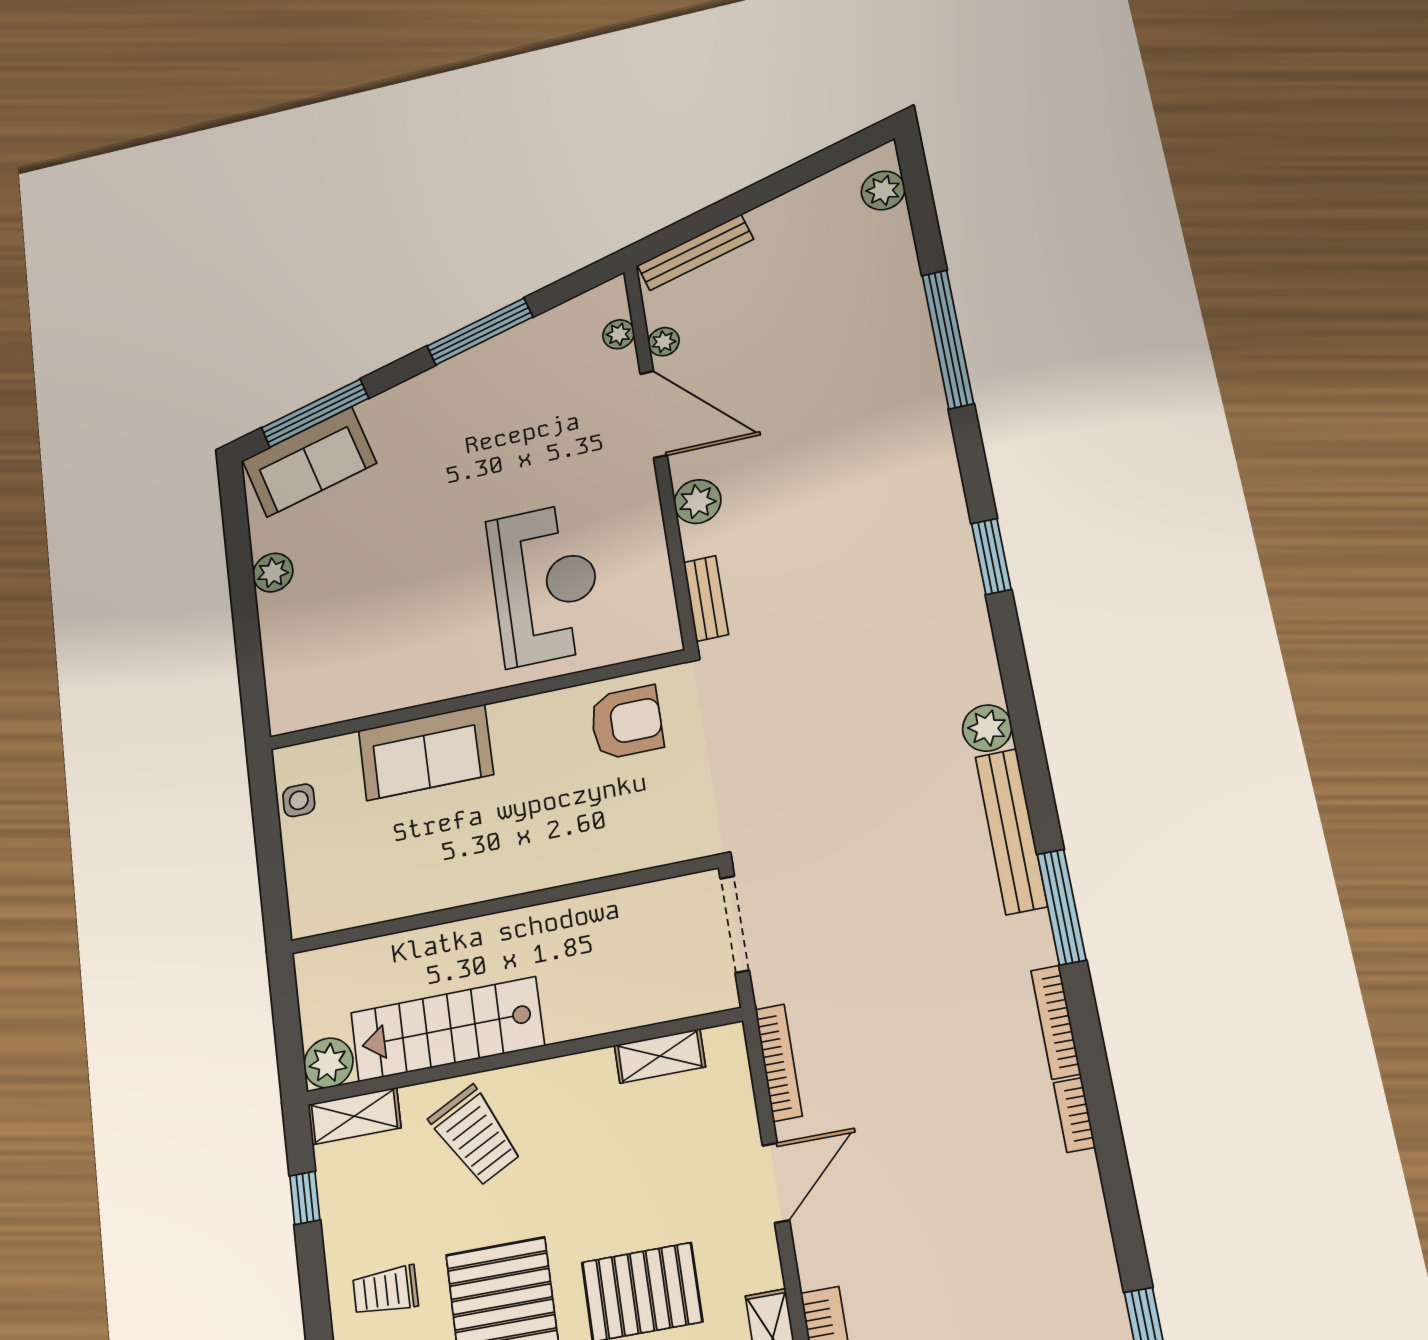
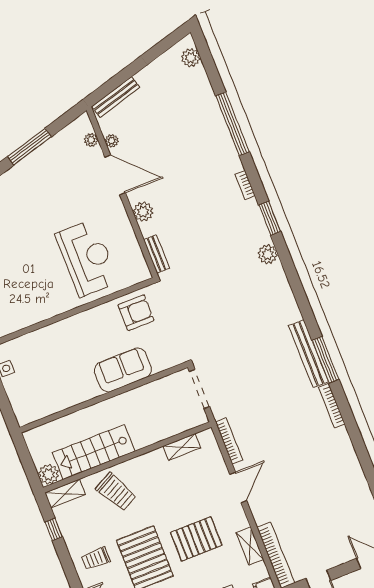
plant: (987, 728) -> (268, 254), moved
sofa: (426, 752) -> (123, 370), moved, turned 180
bench: (1011, 831) -> (308, 354), moved
bookcase: (1074, 1115) -> (245, 185), moved

